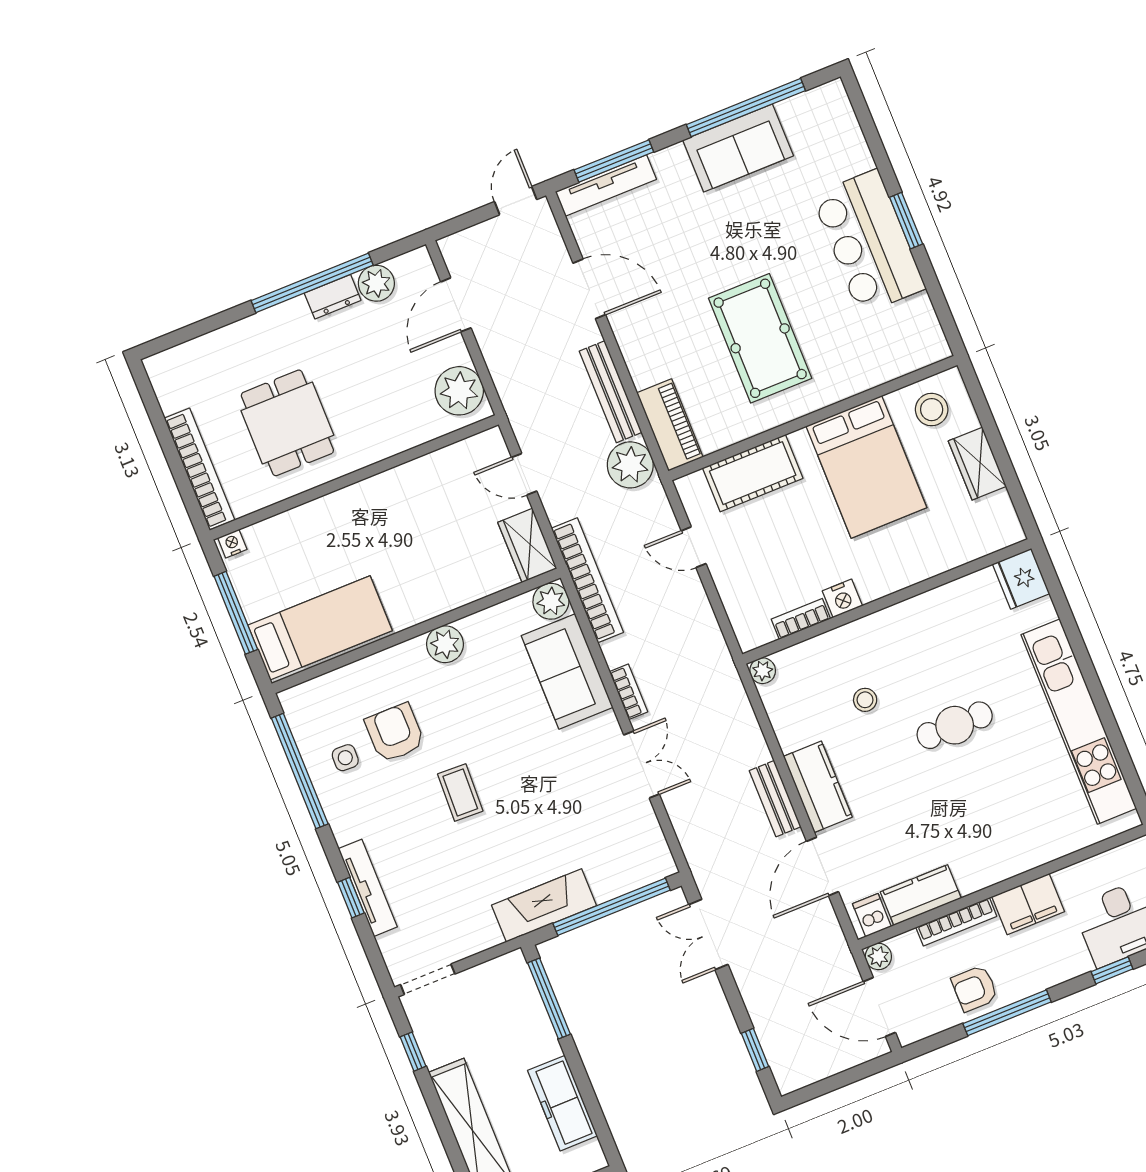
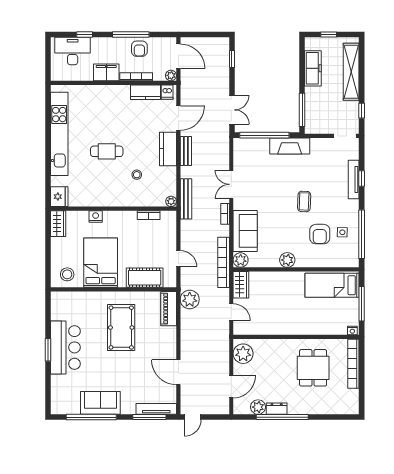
bench: (611, 392) -> (186, 199), moved
wardrobe: (977, 464) -> (58, 224), moved
nightstand: (842, 598) -> (96, 217), moved
armchair: (975, 988) -> (139, 49), turned 90

